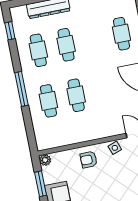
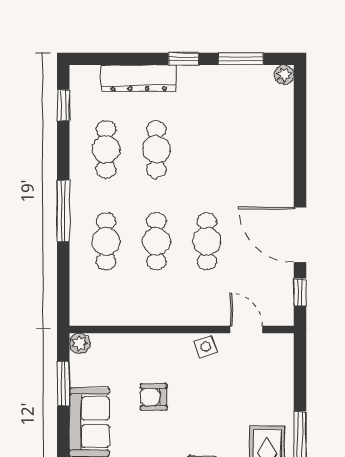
cafe table: (121, 34) -> (207, 241), moved
armchair: (89, 160) -> (154, 397), moved

